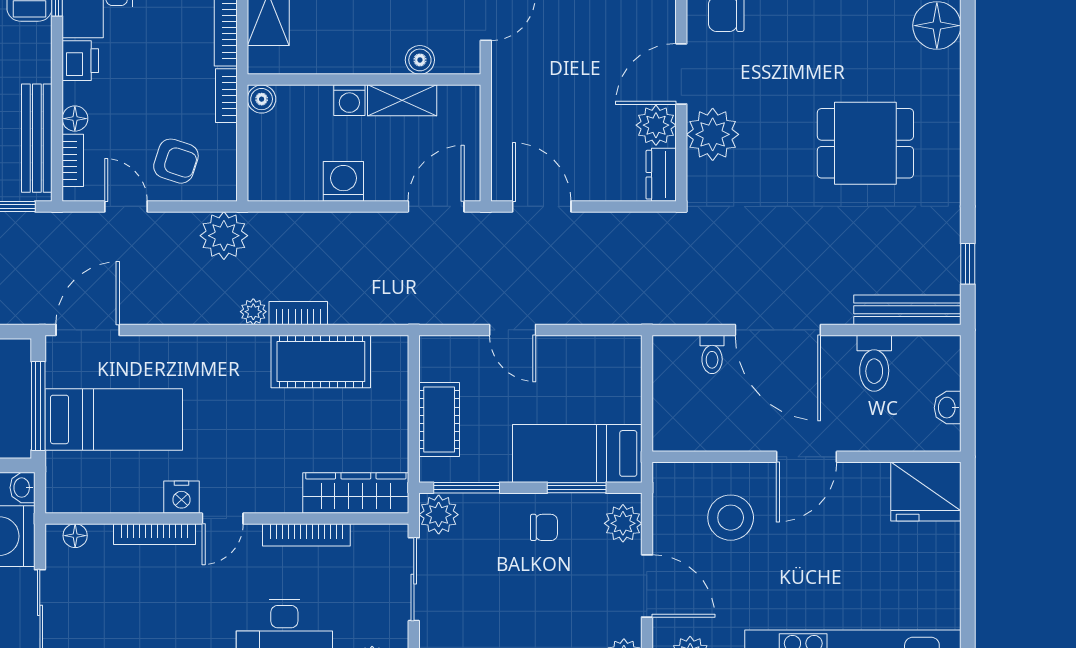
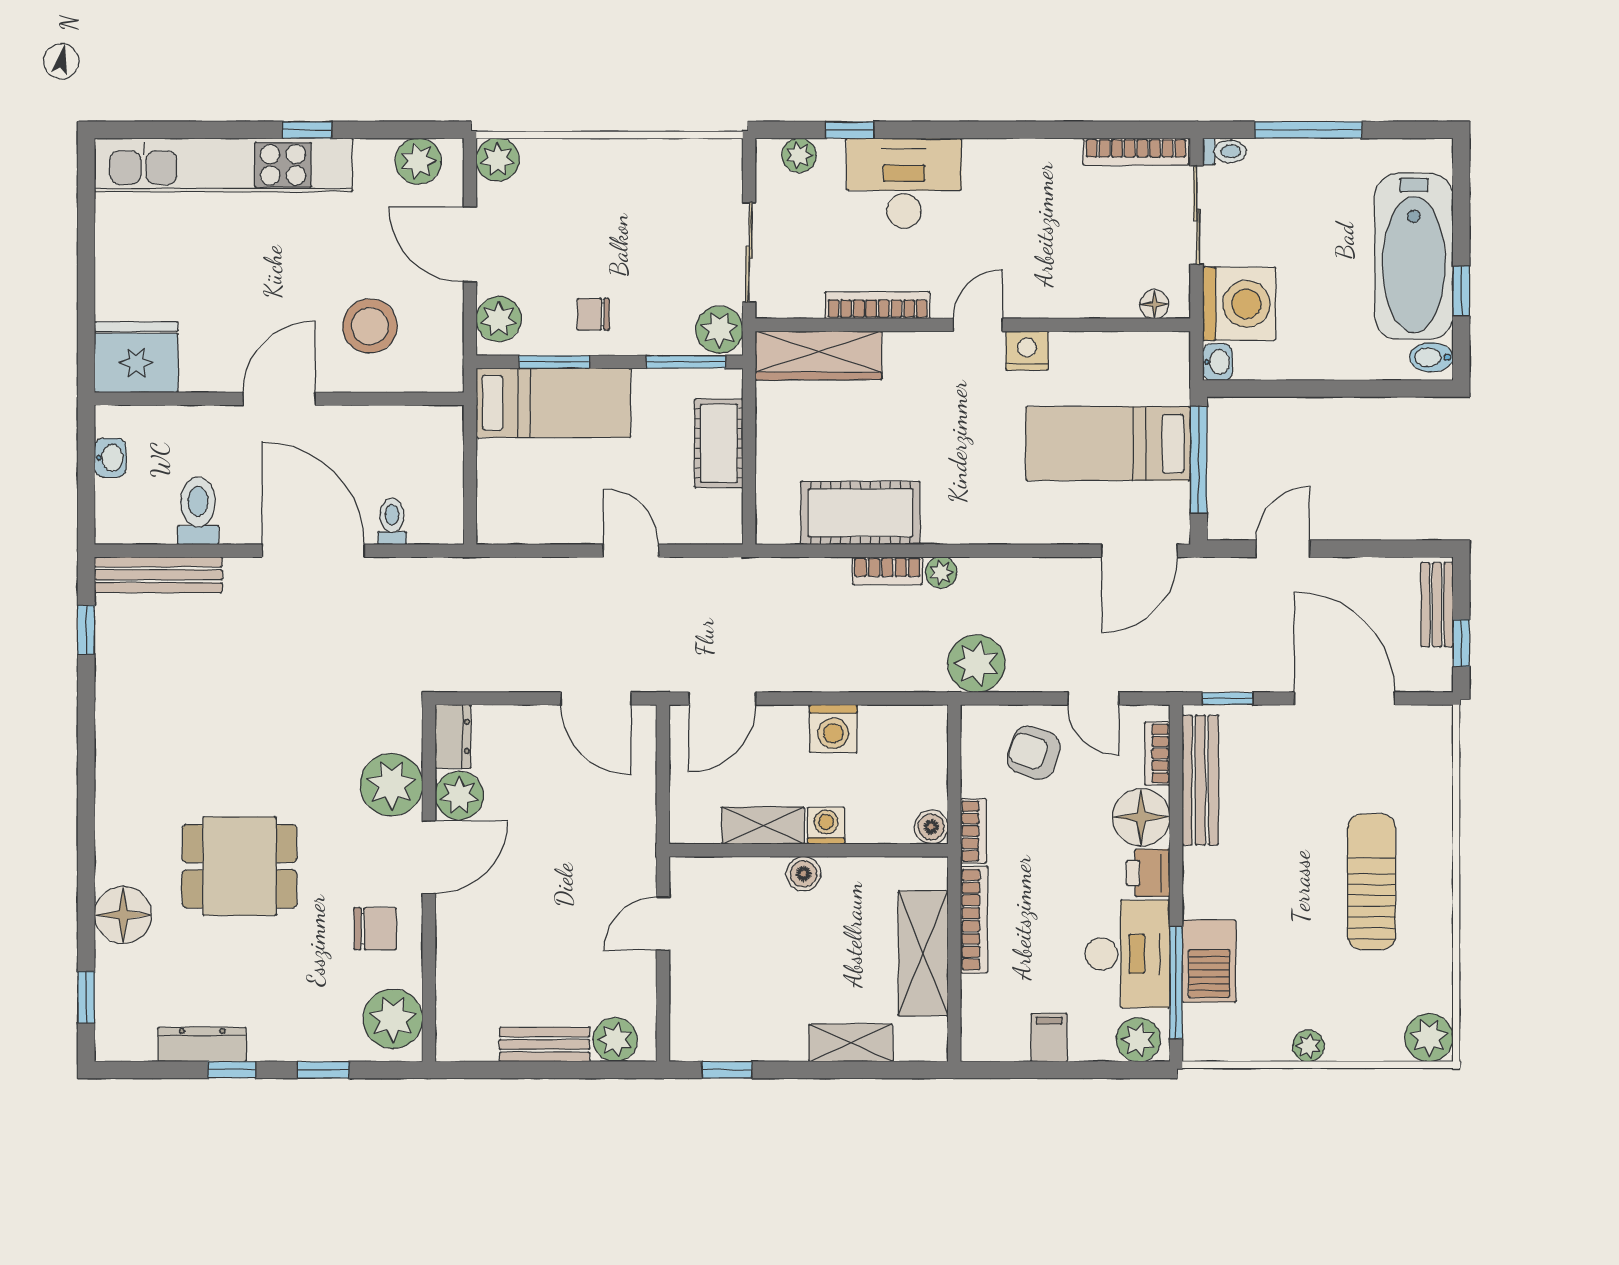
boiler: (420, 60) -> (803, 874), moved
floor lamp: (75, 119) -> (1141, 817), width x1.89, depth x1.89
dining table: (865, 143) -> (240, 866), moved
bookcase: (155, 534) -> (1059, 306), removed

